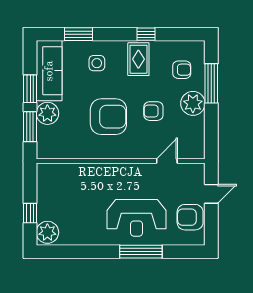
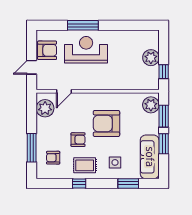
rug: (138, 59) -> (85, 165), turned 90
plant: (193, 103) -> (45, 108), moved
armchair: (153, 111) -> (78, 140), moved
plant: (47, 113) -> (151, 105), moved
window: (30, 213) -> (164, 72), moved
plant: (47, 232) -> (151, 58), moved

